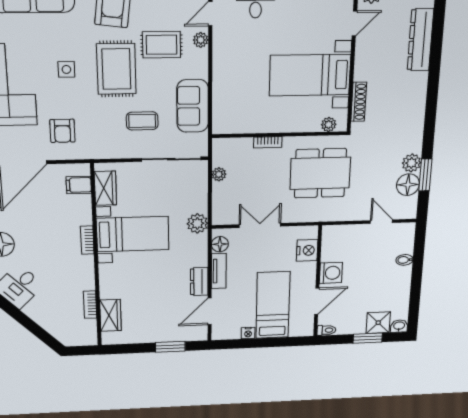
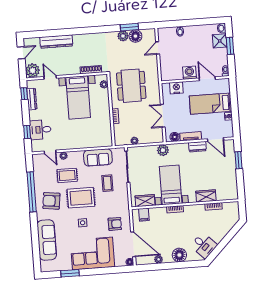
rug: (162, 45) -> (67, 175), turned 90
wardrobe: (110, 315) -> (206, 196), moved

